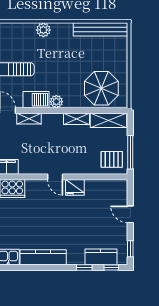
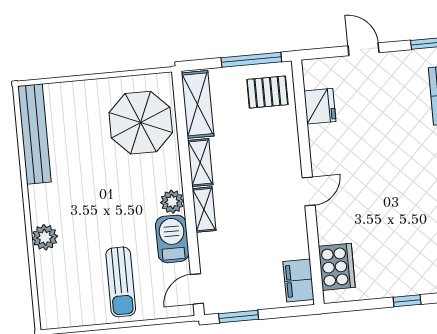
shelving: (29, 119) -> (204, 210), moved
pallet: (112, 159) -> (267, 92), turned 90
fridge: (75, 187) -> (320, 106), moved
door: (130, 214) -> (364, 49), swing flipped

